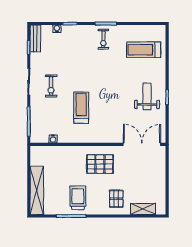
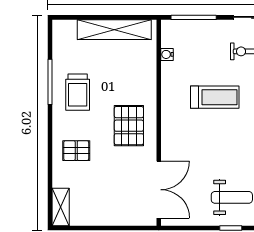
shelving: (37, 190) -> (114, 30), moved
trolley: (78, 198) -> (78, 92), turned 90
shelving: (143, 209) -> (61, 207), moved

